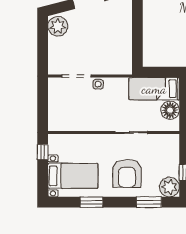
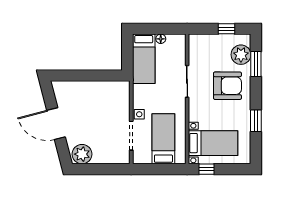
bed: (73, 109) -> (163, 139), added
floor lamp: (170, 110) -> (161, 39), width x0.53, depth x0.53
bed with nightstands: (73, 176) -> (213, 143), moved, turned 90
plant: (169, 187) -> (241, 55), moved

